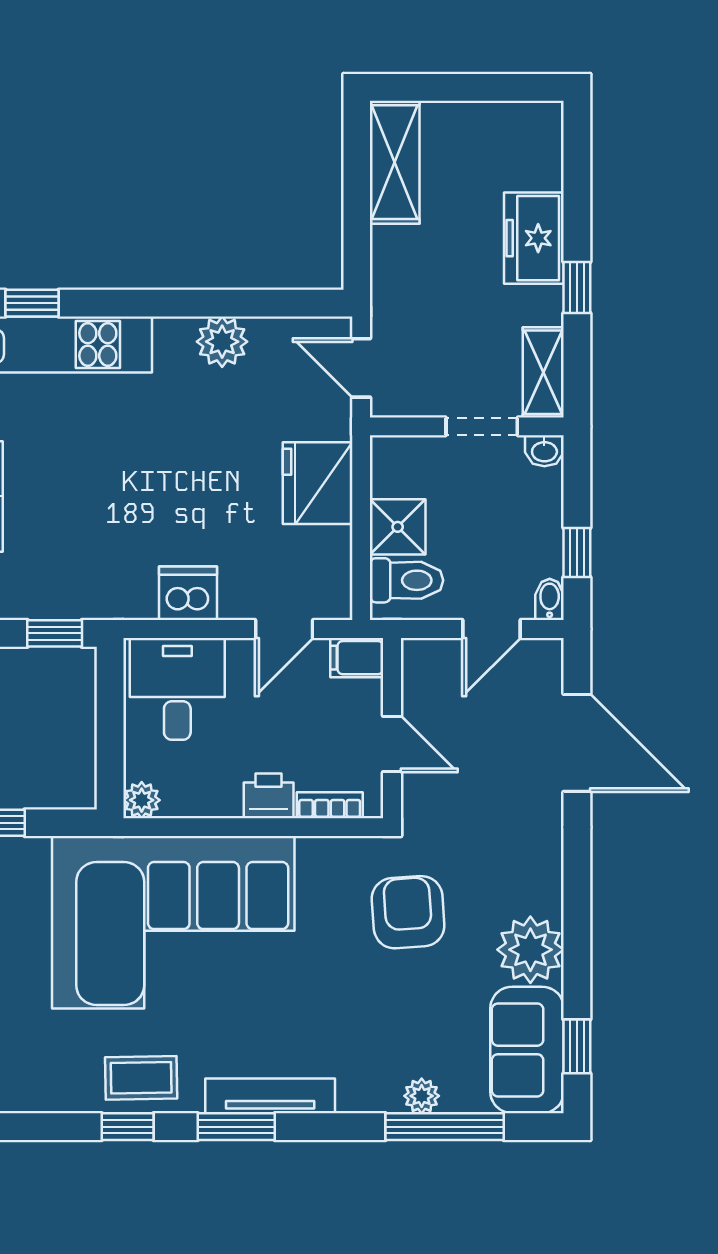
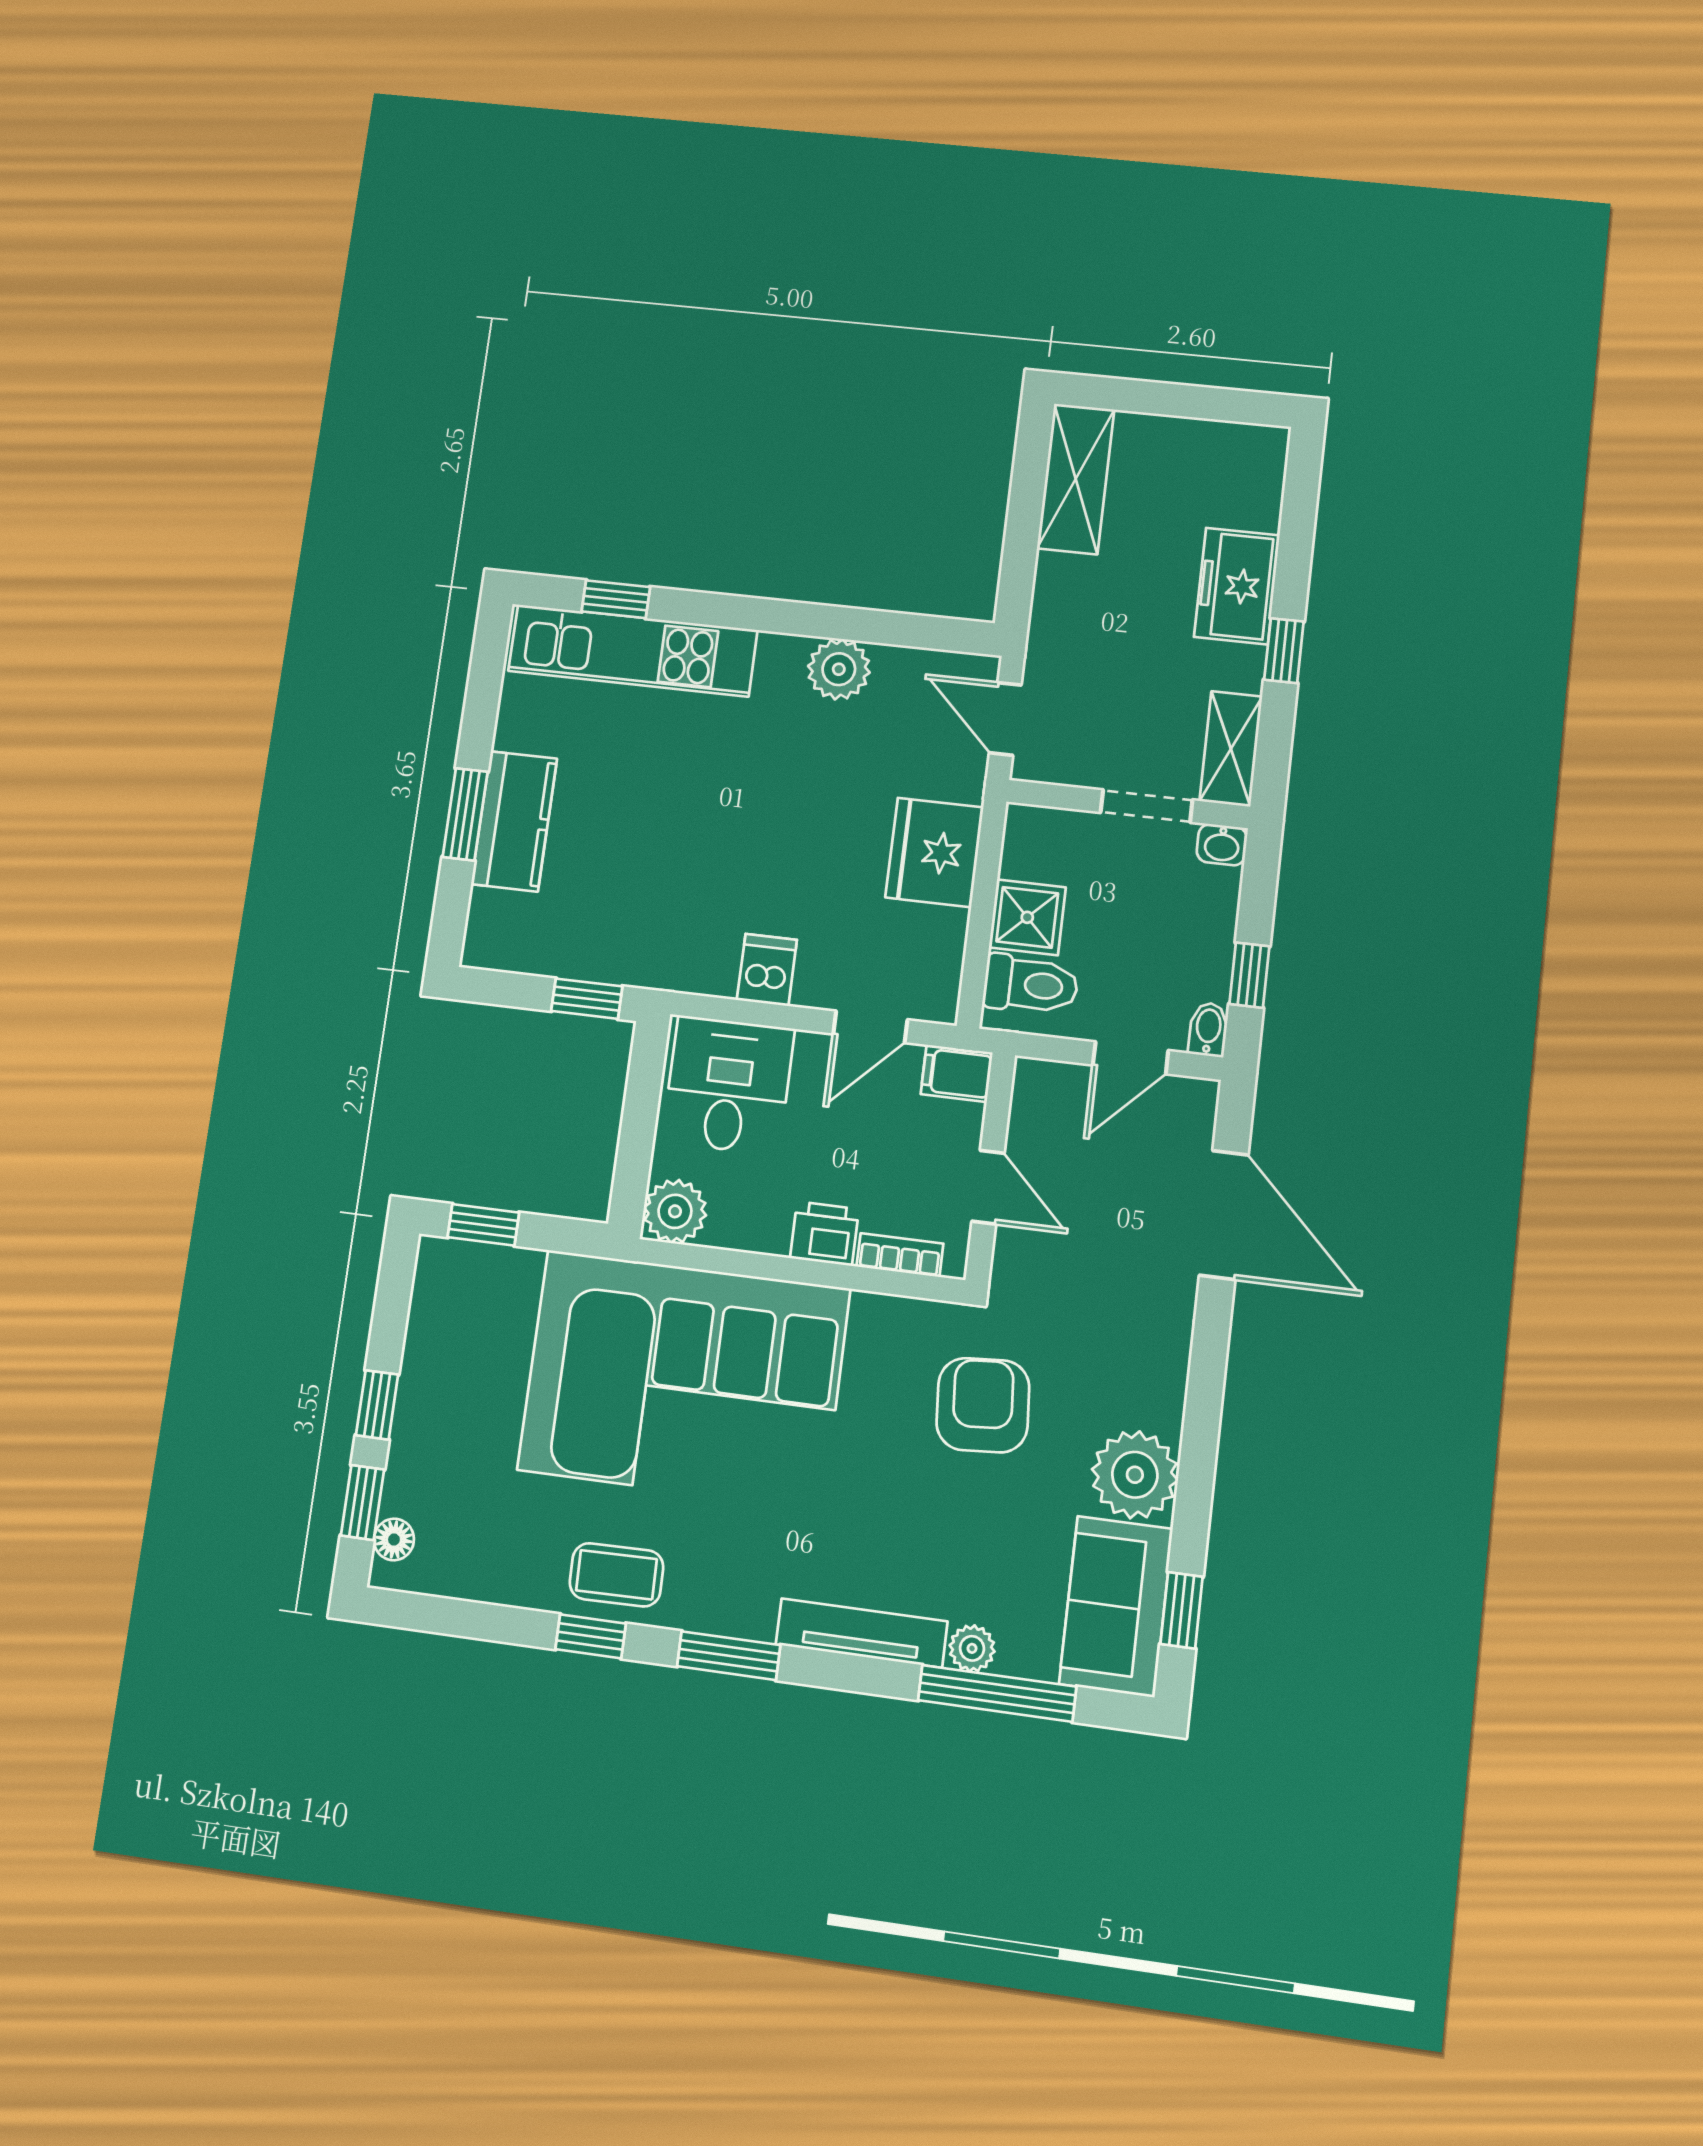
dishwasher: (188, 593) -> (767, 970), width x0.73
plant: (142, 800) -> (675, 1211), width x1.38, depth x1.38
tv unit: (270, 1096) -> (861, 1633), moved

